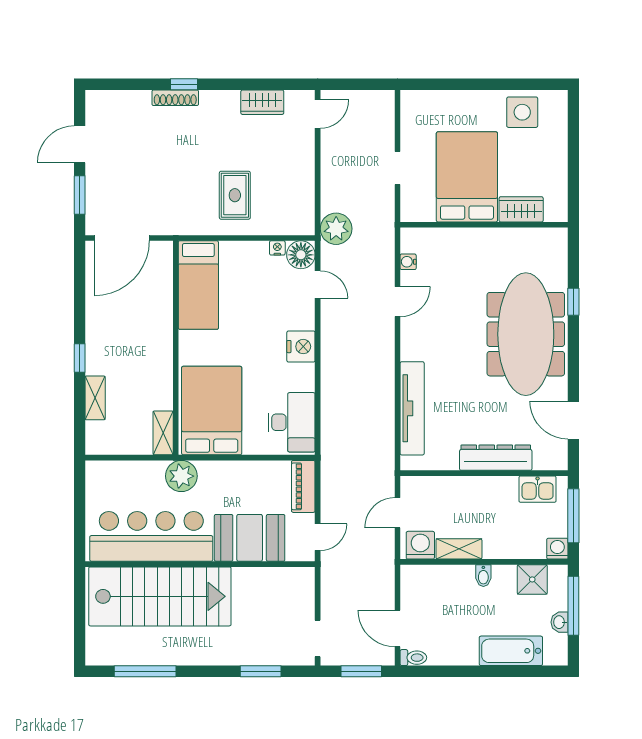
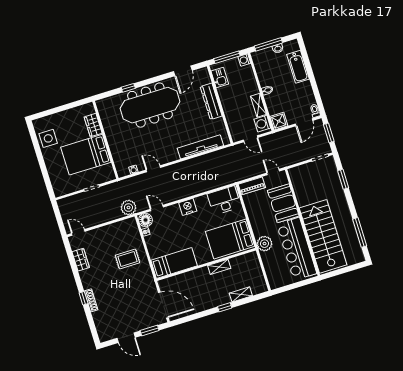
door: (318, 285) -> (157, 208), hinge flipped
shelving: (163, 433) -> (219, 267), moved
shower: (532, 579) -> (279, 121), moved

